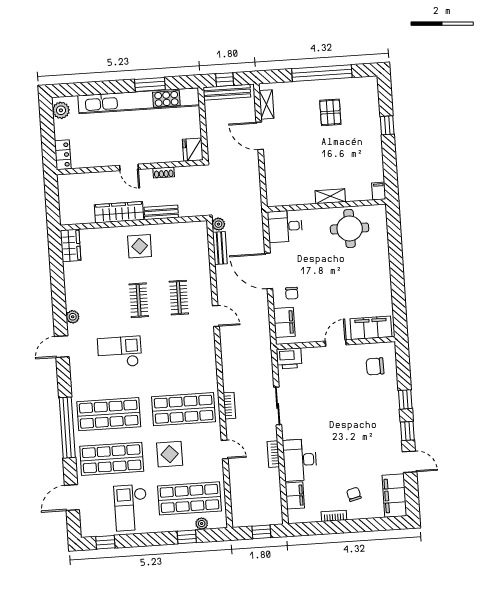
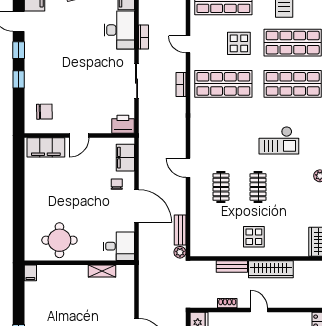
shelving: (330, 196) -> (102, 271), moved

